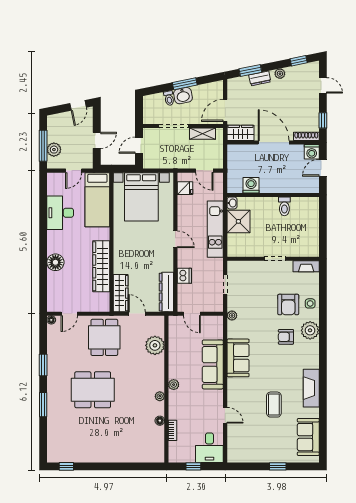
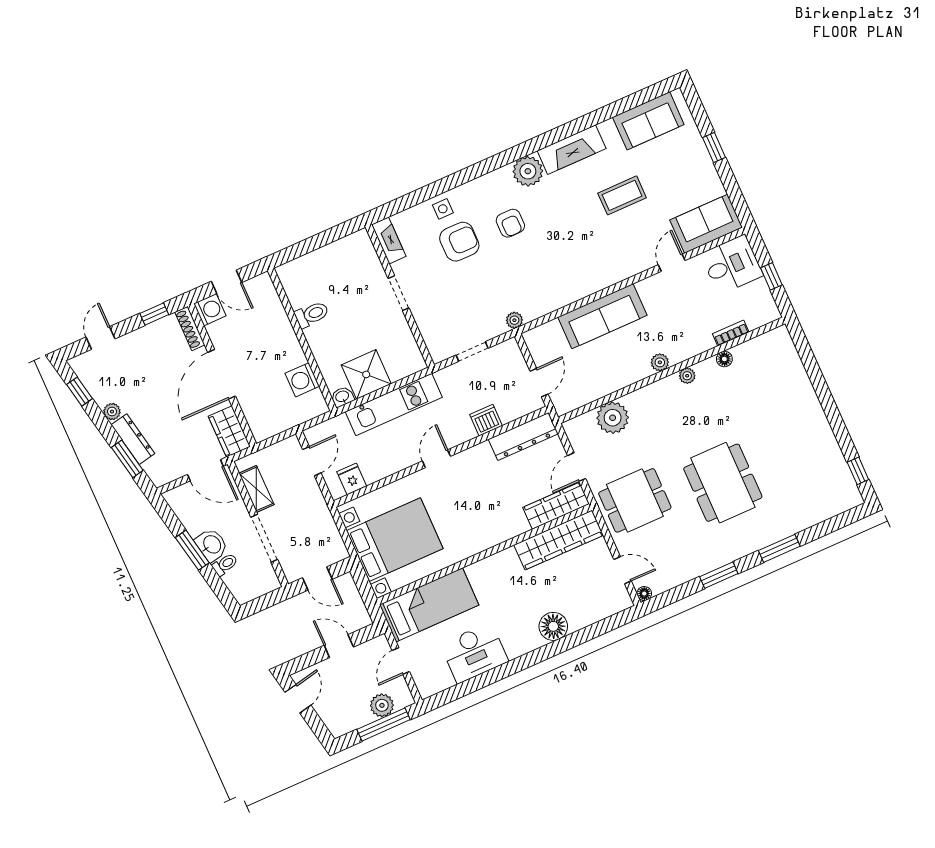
dresser: (260, 78) -> (133, 439), width x1.44
door: (78, 105) -> (298, 699), hinge flipped
door: (74, 171) -> (401, 661), swing flipped
wardrobe: (101, 266) -> (559, 540), moved
plant: (310, 330) -> (528, 171), moved
sofa: (238, 358) -> (706, 224), moved

